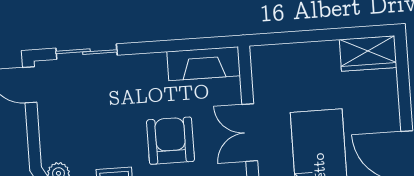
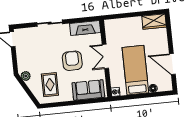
sliding door: (86, 52) -> (50, 23), moved

